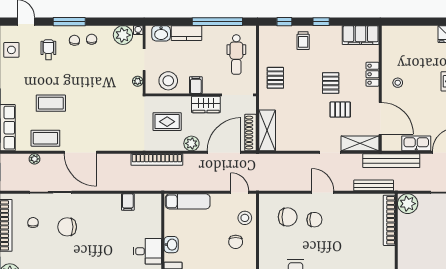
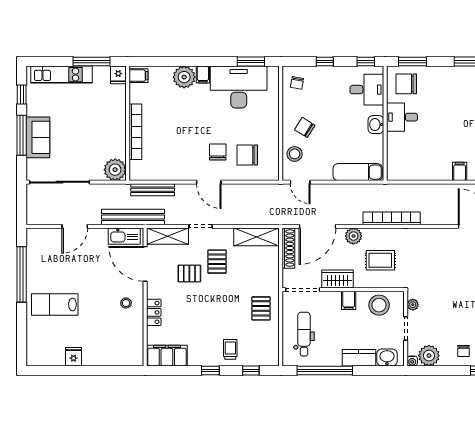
pallet: (331, 83) -> (217, 262), moved
shelving: (267, 130) -> (256, 237), moved, turned 90
kitchen sink: (416, 143) -> (124, 236), moved
filing cabinet: (128, 202) -> (460, 171), moved
chair: (314, 220) -> (218, 152), turned 90
bookcase: (389, 220) -> (135, 132), moved
chair: (236, 242) -> (305, 127), turned -58

